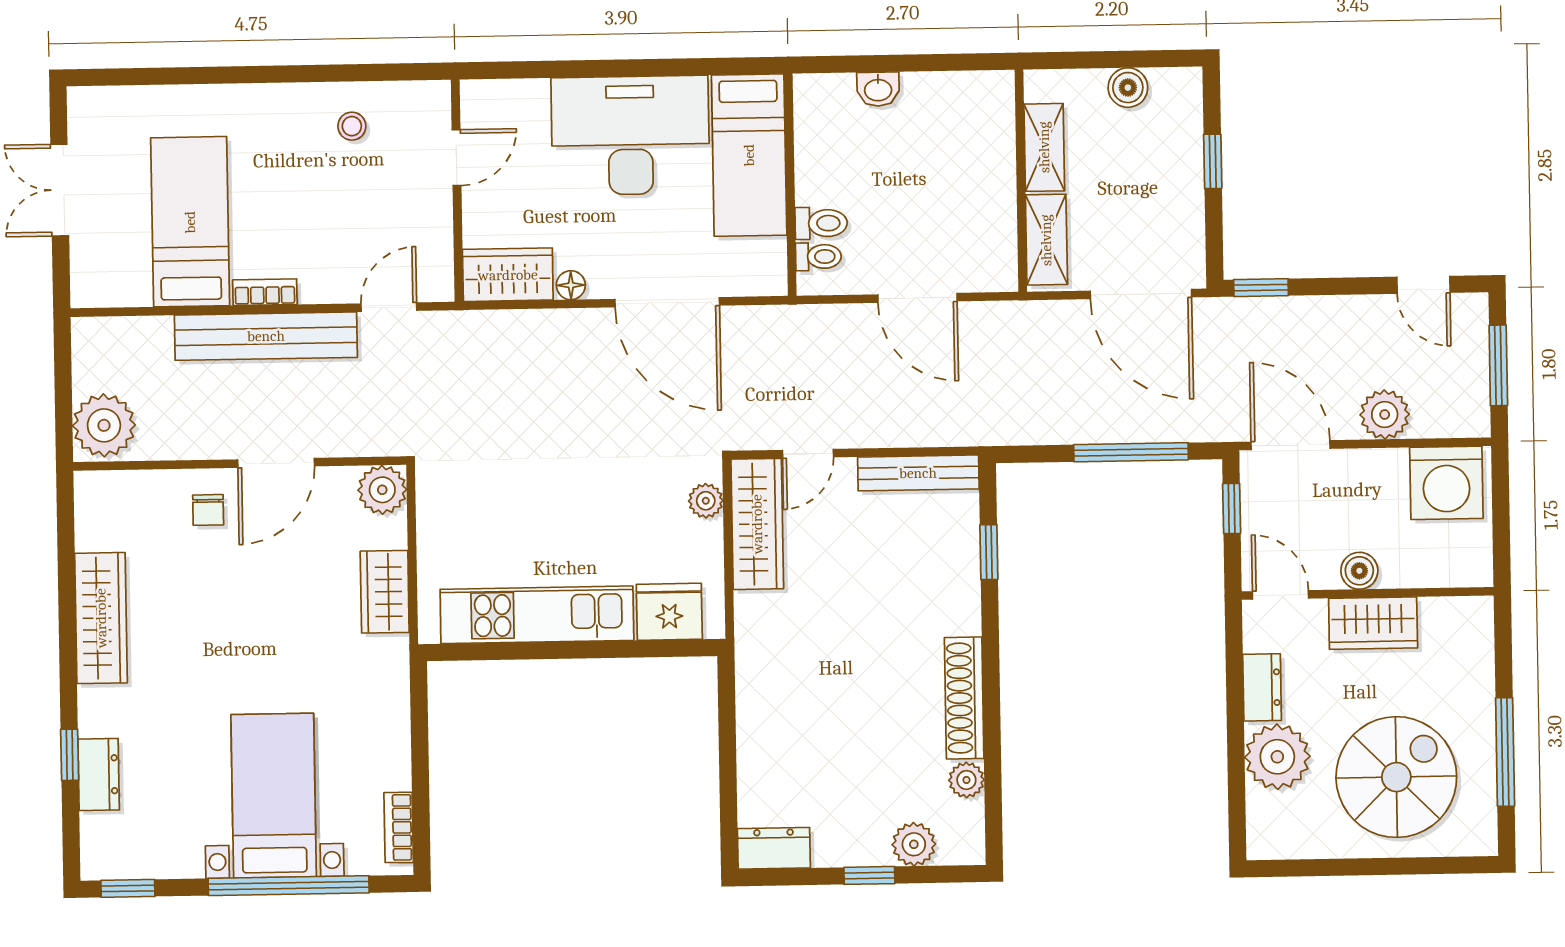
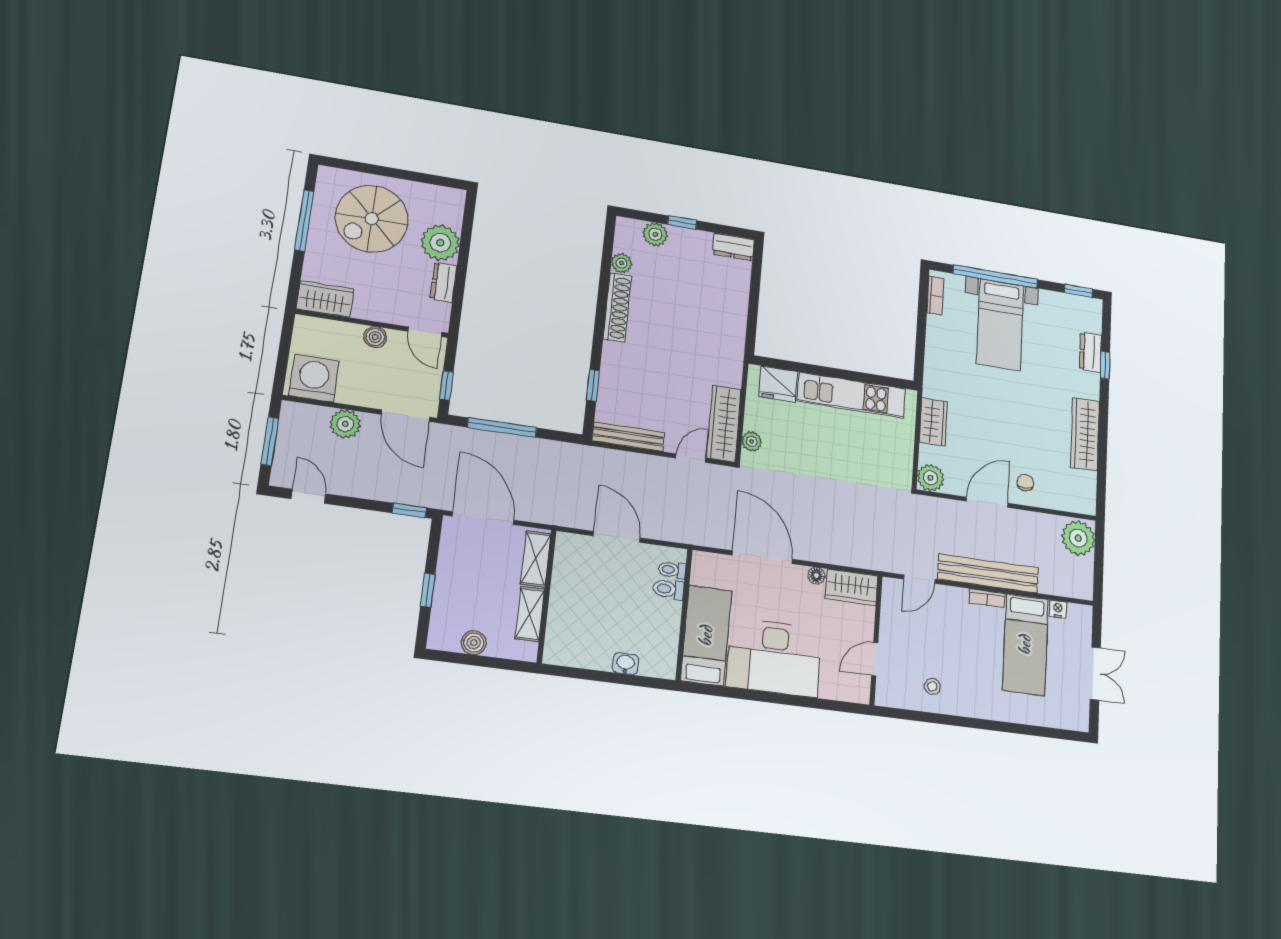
nightstand: (134, 293) -> (1058, 609), added
wardrobe: (1373, 623) -> (325, 299), moved

